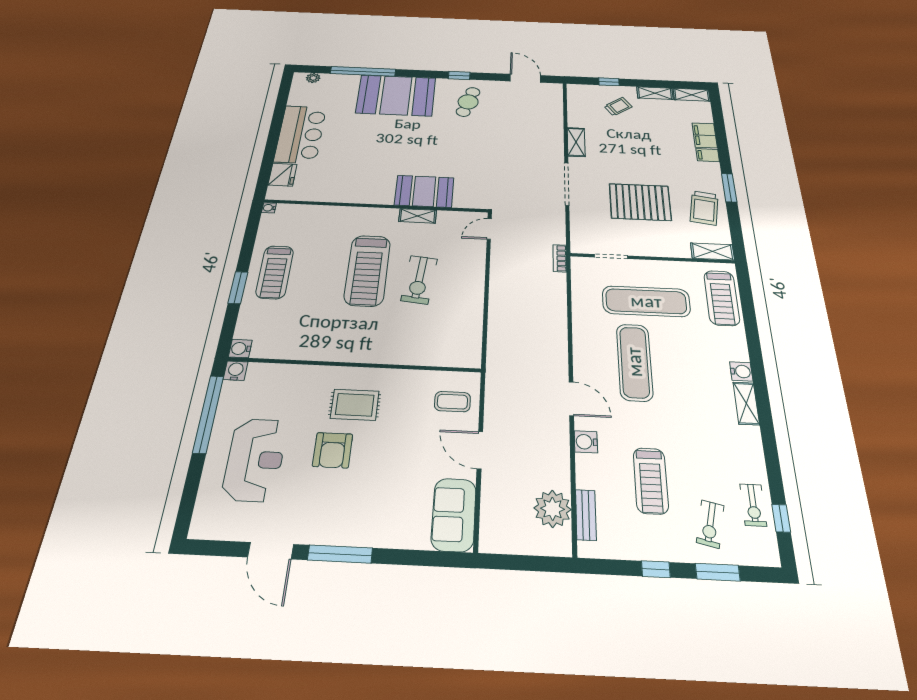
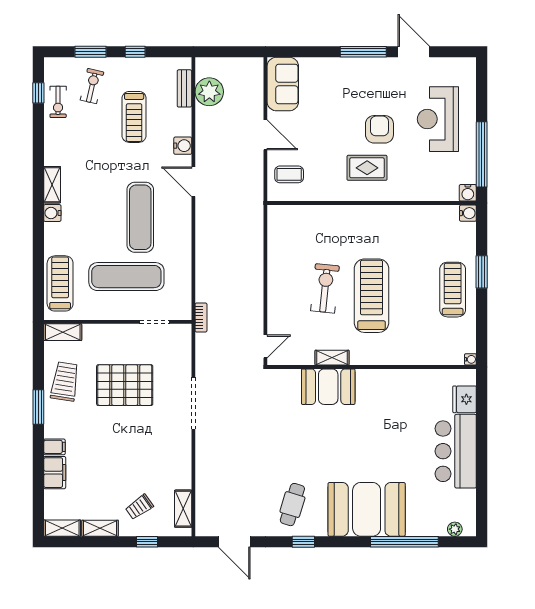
shelving: (576, 142) -> (183, 509), moved
treadmill: (651, 481) -> (134, 117), turned 180
exercise bike: (753, 505) -> (58, 102), turned 180

